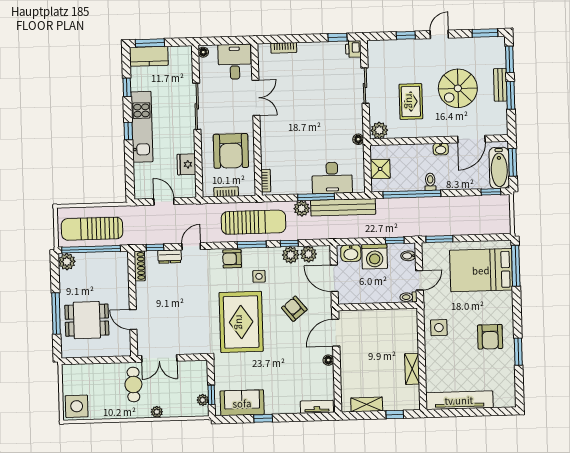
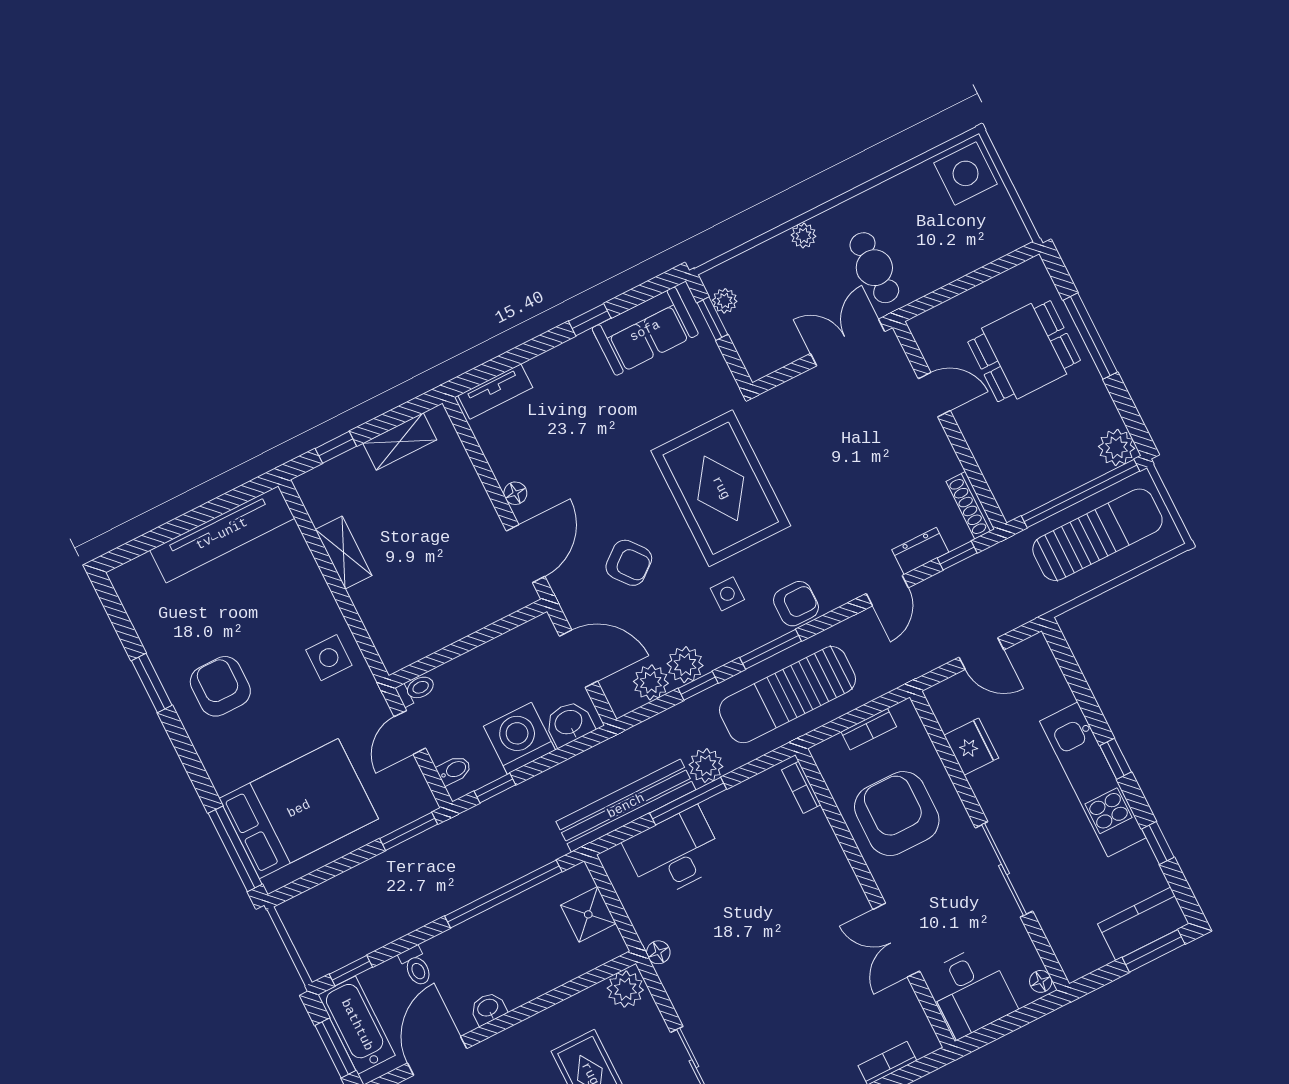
toilet: (430, 182) -> (416, 966), moved

